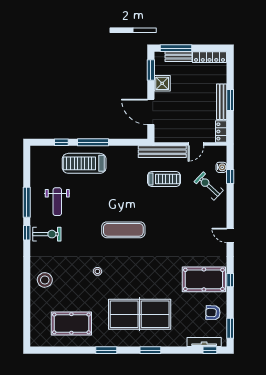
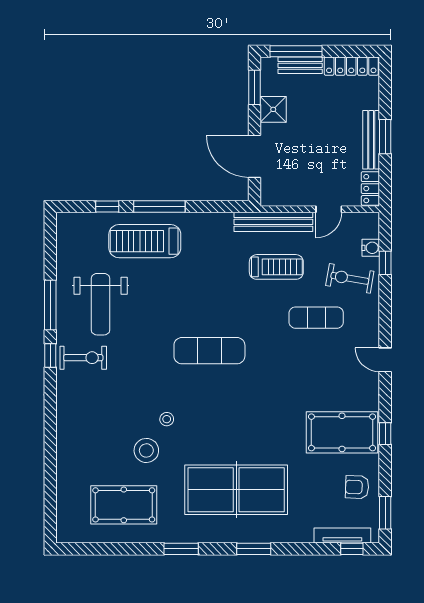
exercise bike: (209, 186) -> (350, 278), turned -33
weight bench: (57, 202) -> (101, 304), width x1.36, depth x1.33
exercise mat: (188, 210) -> (316, 318), added
stool: (45, 280) -> (146, 450), moved

